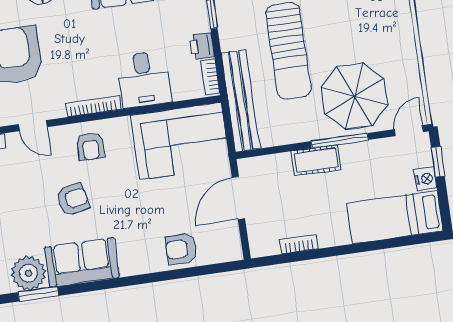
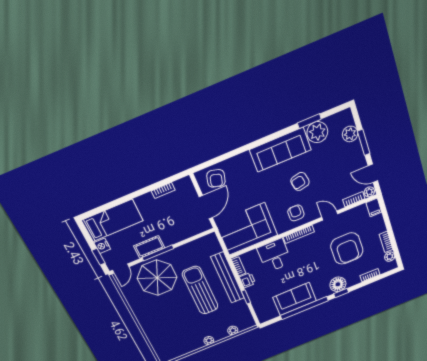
bench: (241, 101) -> (228, 278), moved
cot: (316, 160) -> (149, 247), moved
armchair: (181, 249) -> (216, 178), moved, turned 105
sofa: (82, 262) -> (280, 150), width x1.36

